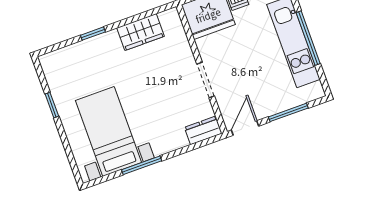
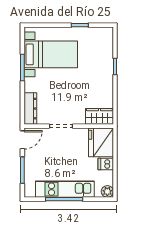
wardrobe: (141, 32) -> (99, 116), moved, turned 90
door: (245, 128) -> (22, 140), hinge flipped
dresser: (203, 130) -> (30, 109), width x1.44

